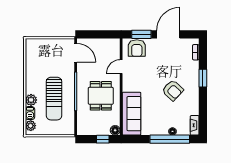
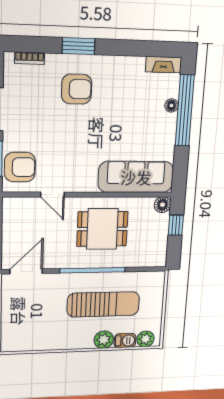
armchair: (173, 90) -> (77, 89), moved, turned 47

